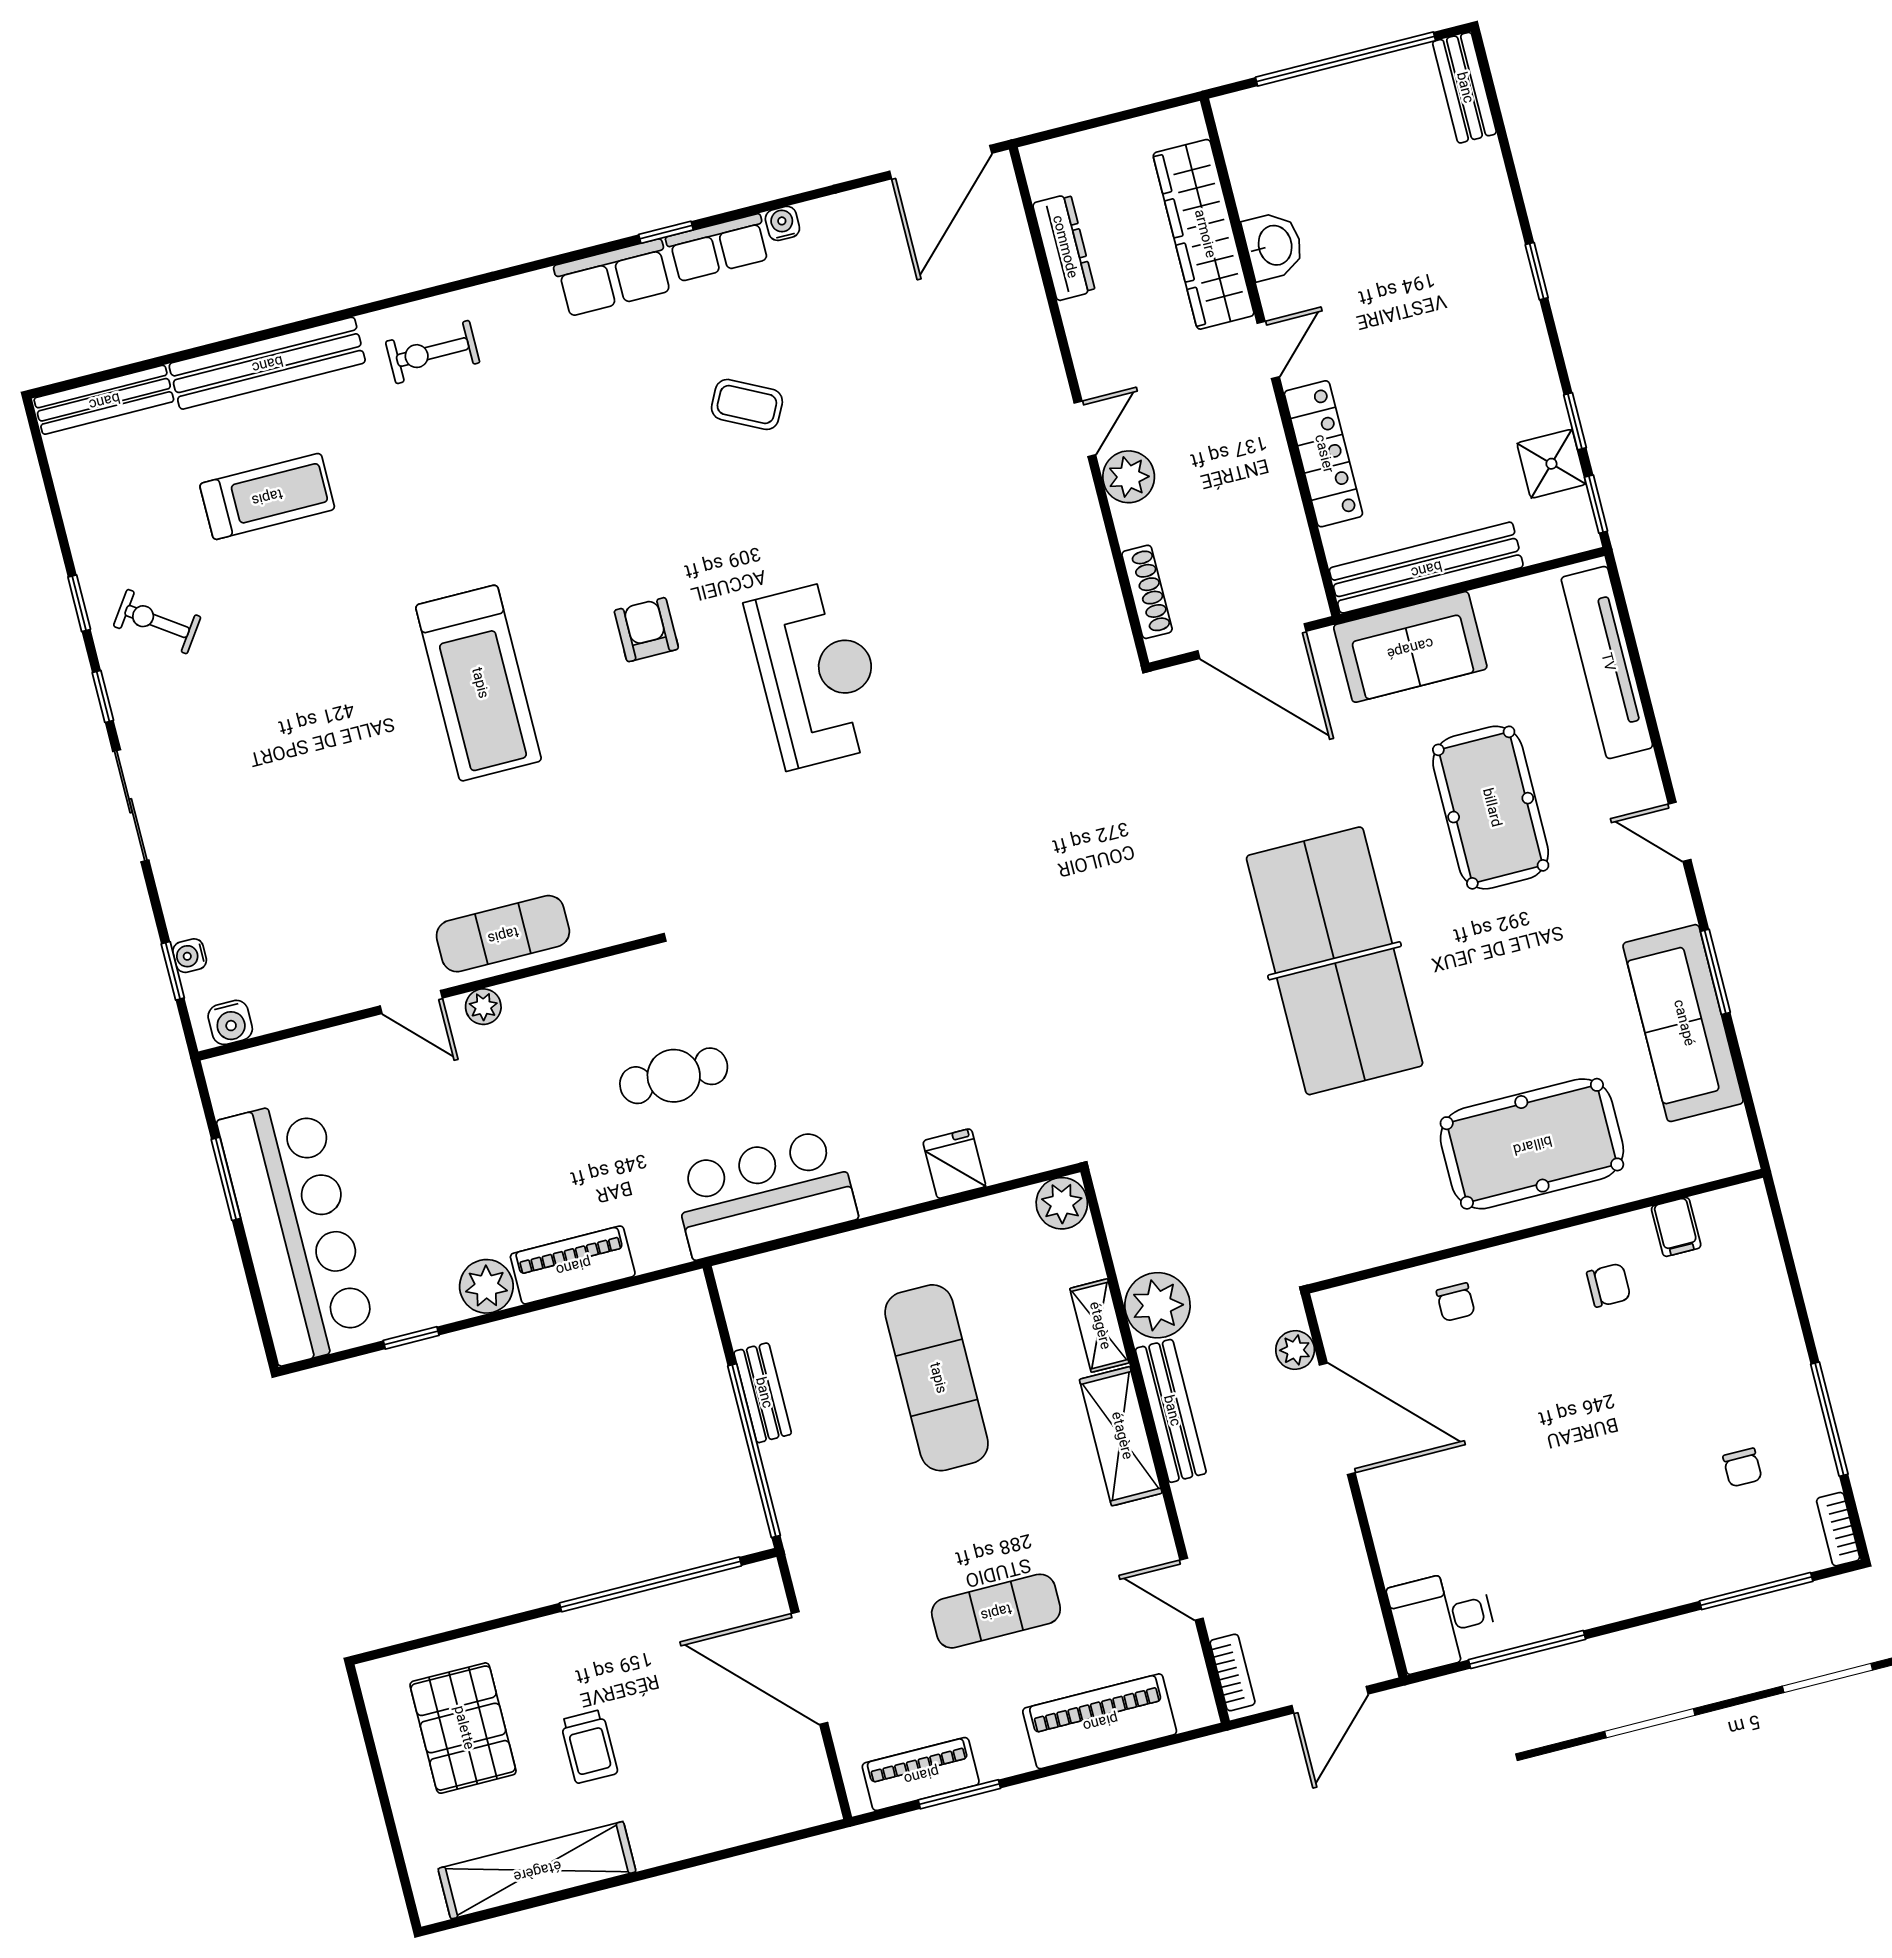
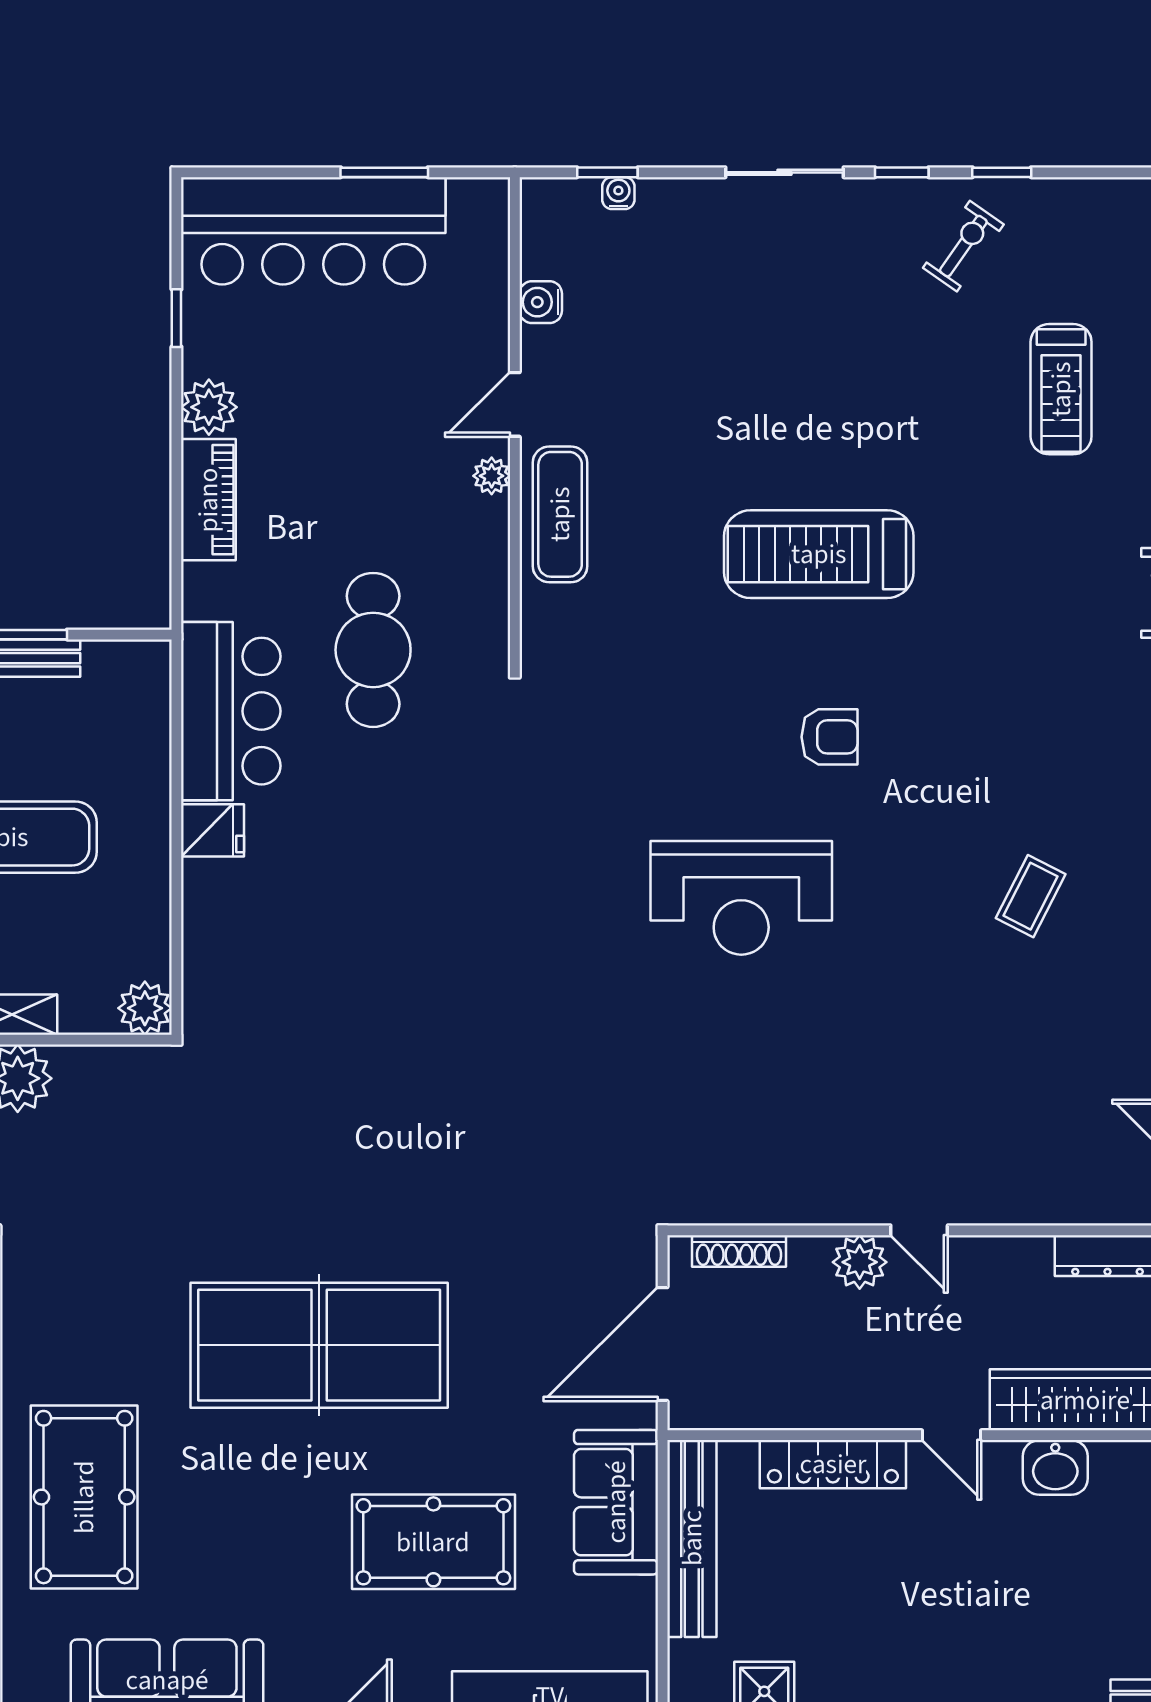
water cooler: (230, 1022) -> (541, 302), moved
cafe table: (674, 1076) -> (373, 650), width x1.37, depth x1.35
fridge: (954, 1164) -> (212, 830), moved

